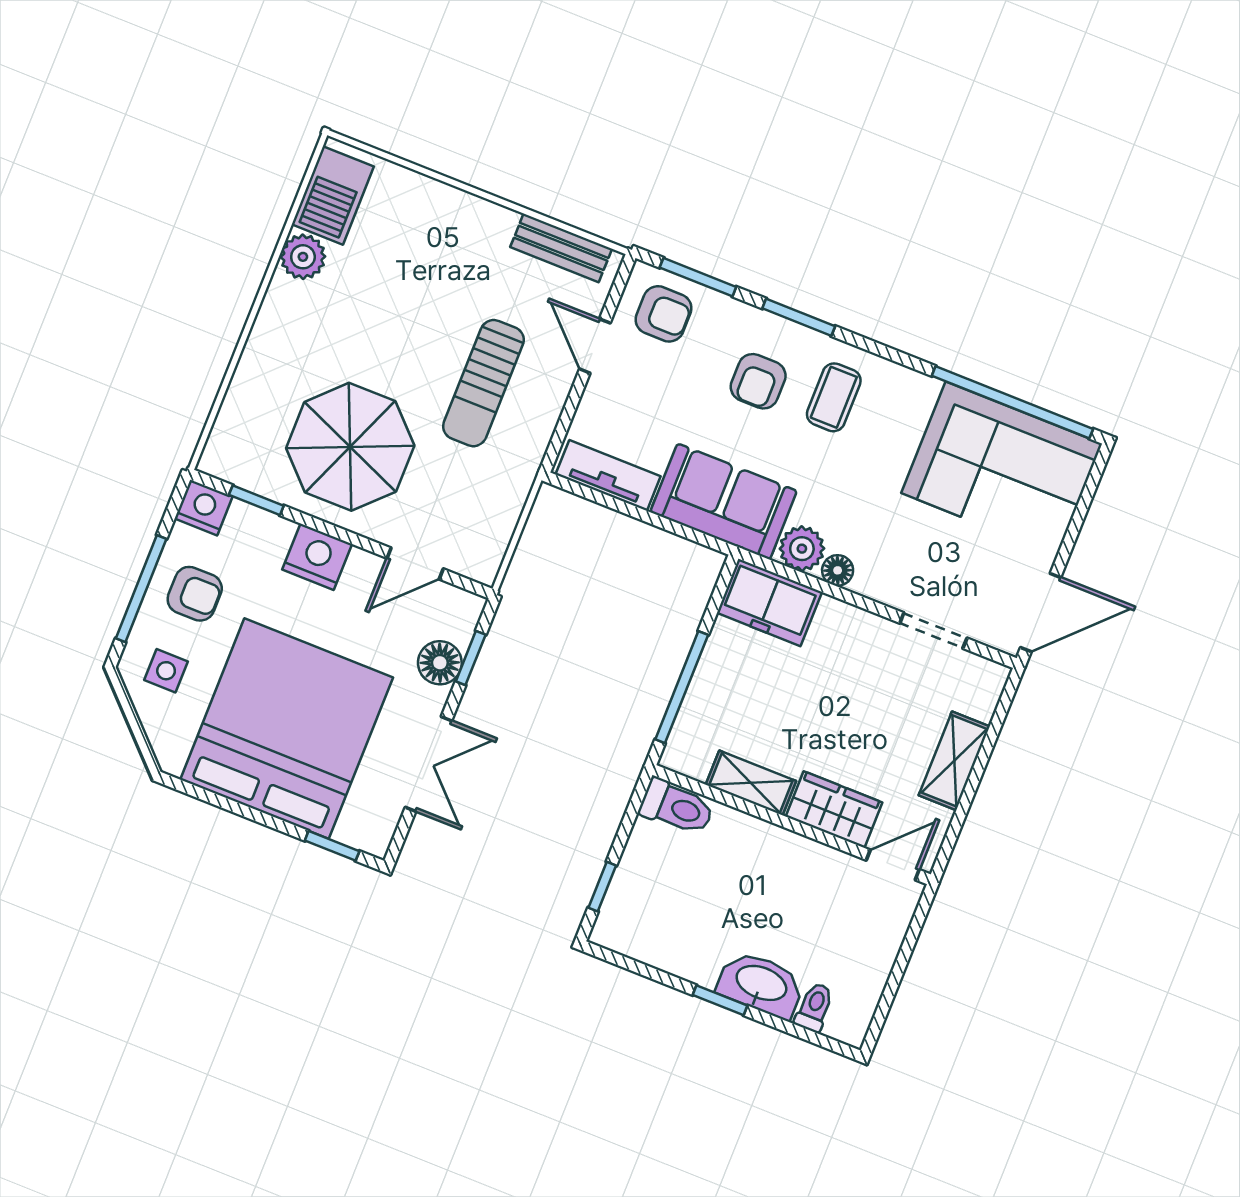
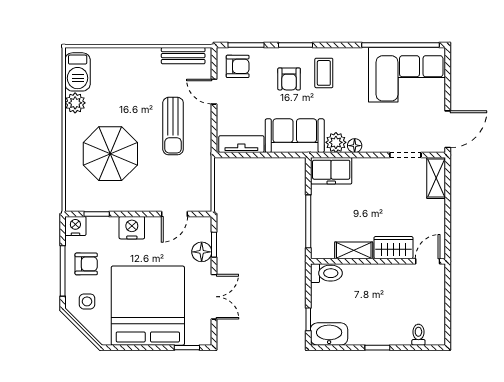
parasol: (350, 447) -> (110, 154), moved
shelving: (954, 761) -> (436, 178), moved
washbasin: (761, 984) -> (329, 334), moved

